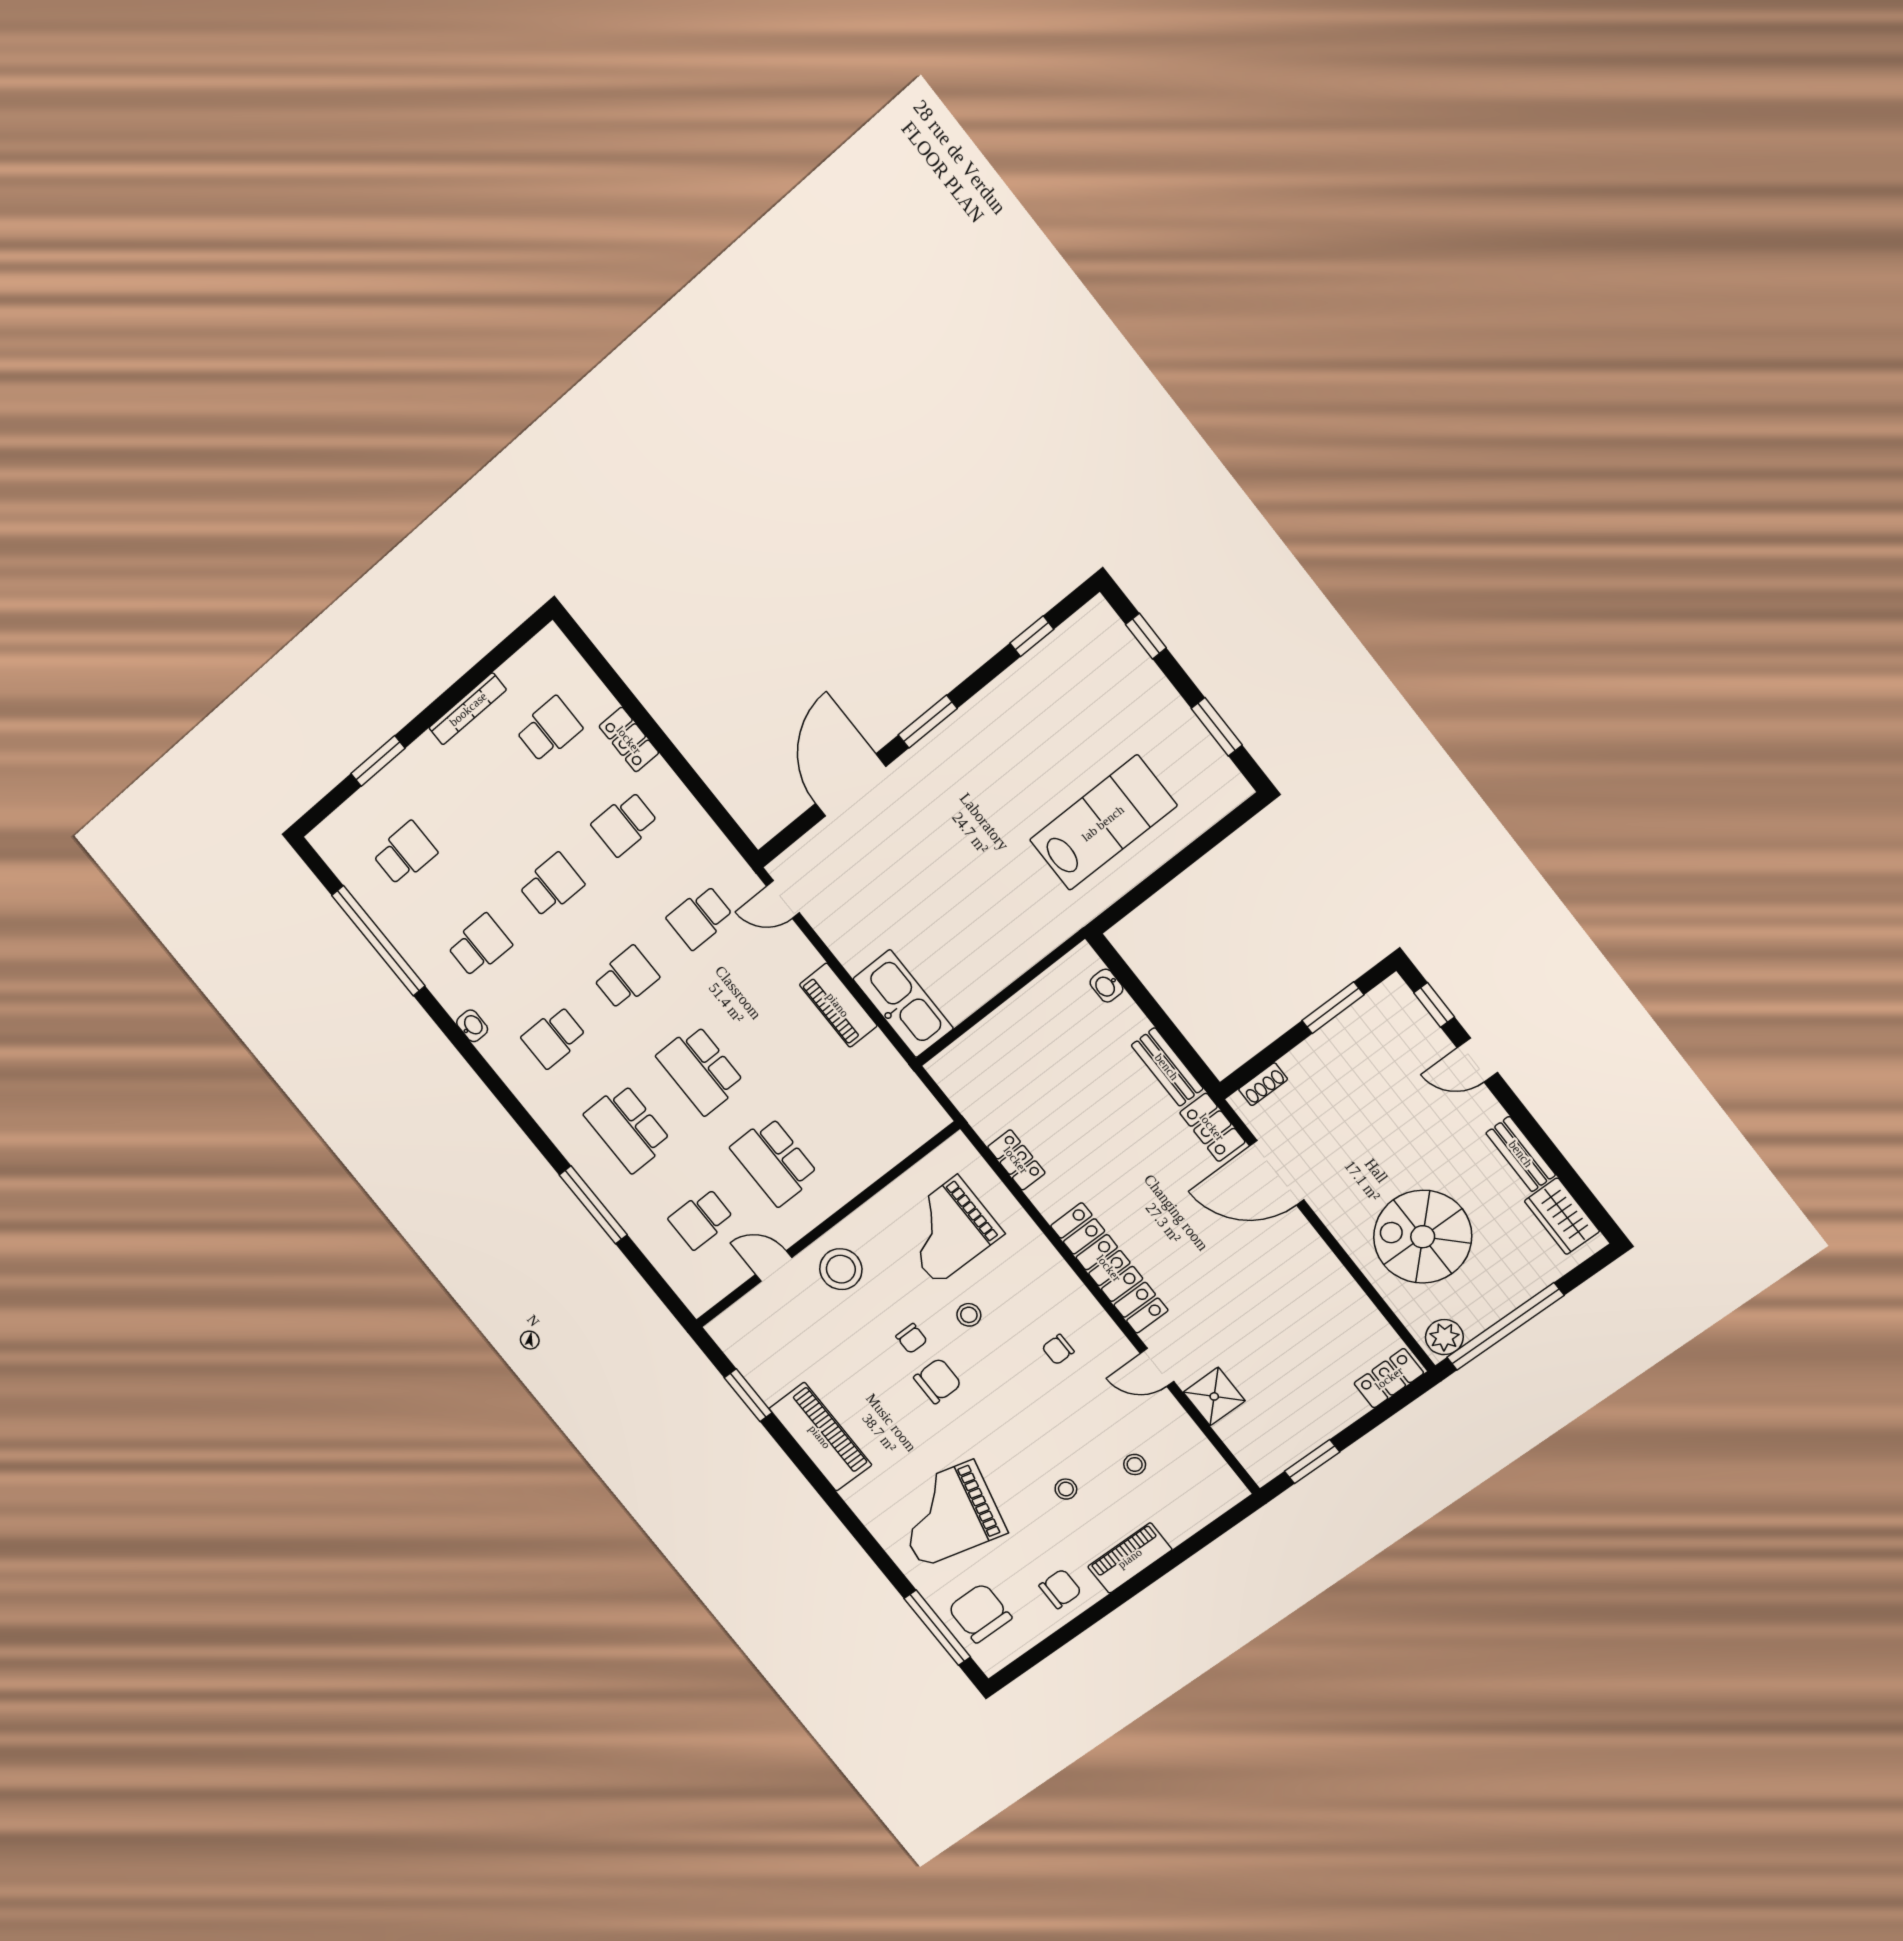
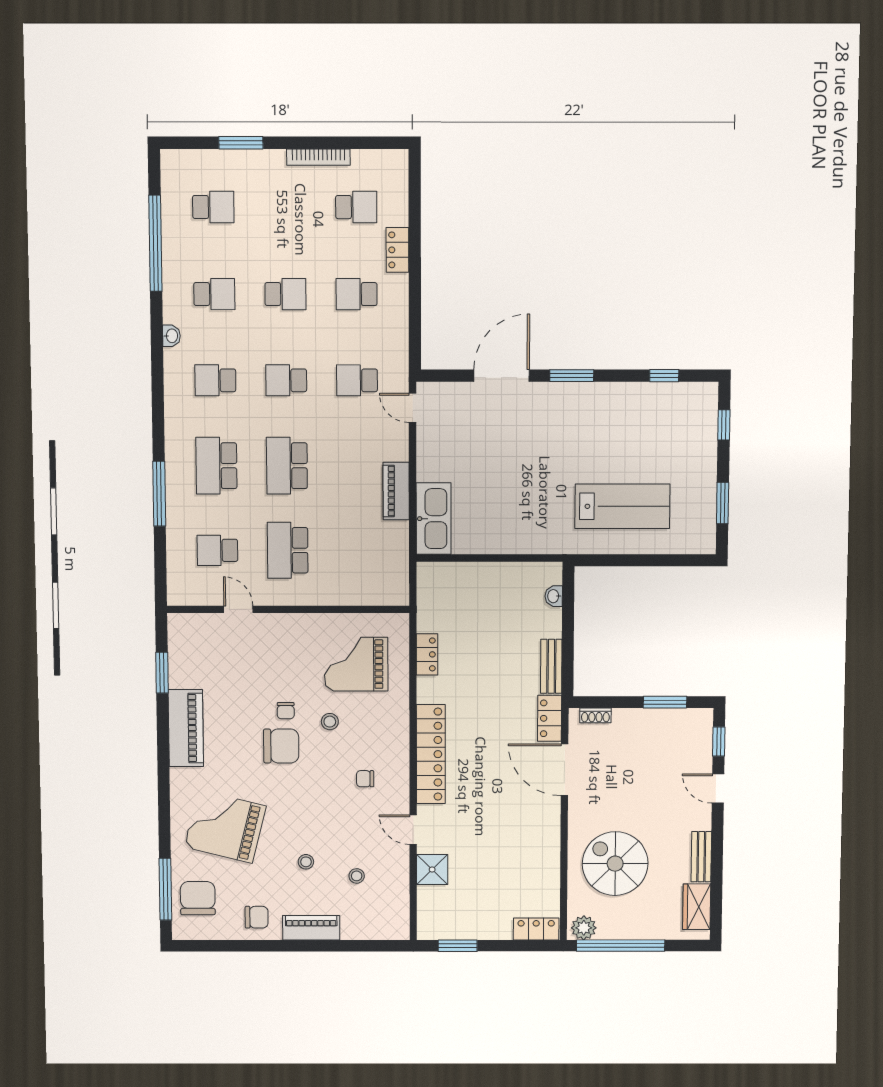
school desk: (626, 978) -> (286, 380), turned 180
stool: (841, 1269) -> (277, 641), removed
chair: (937, 1381) -> (281, 746), width x1.37, depth x1.37

